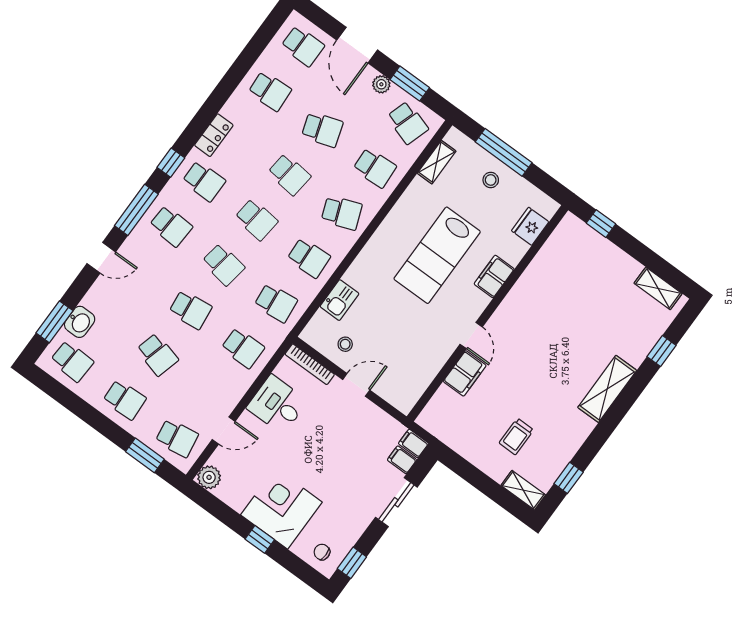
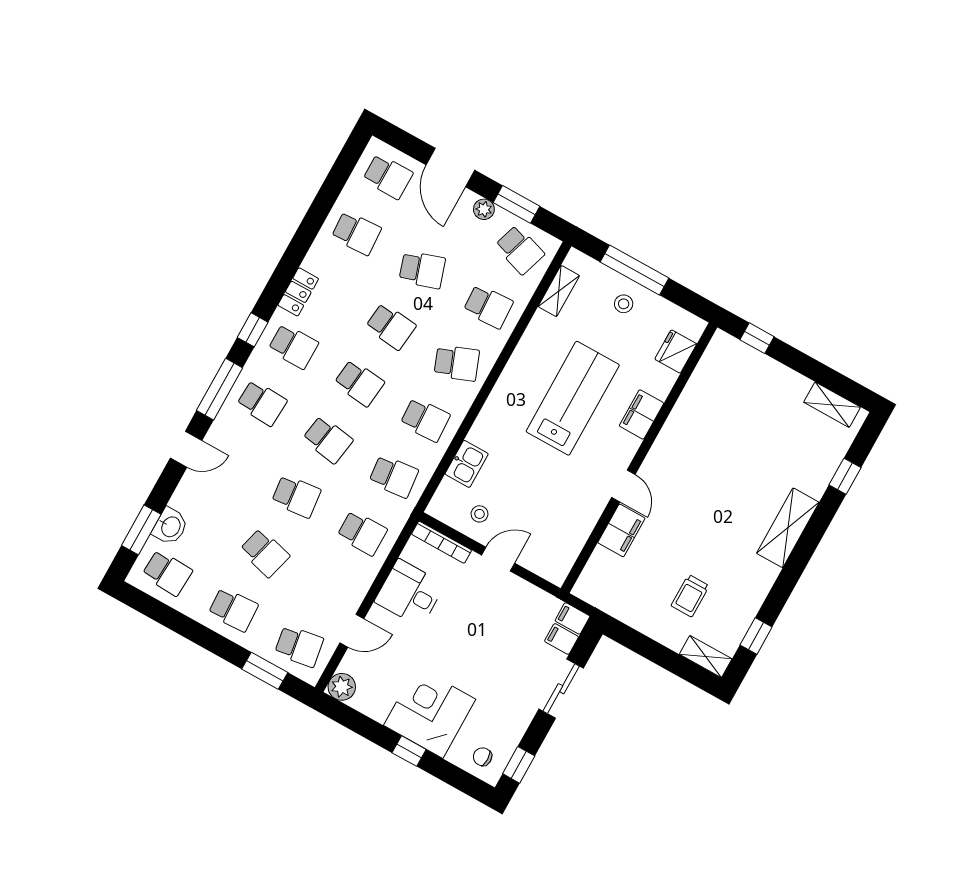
lab bench: (437, 255) -> (573, 398), turned 180

